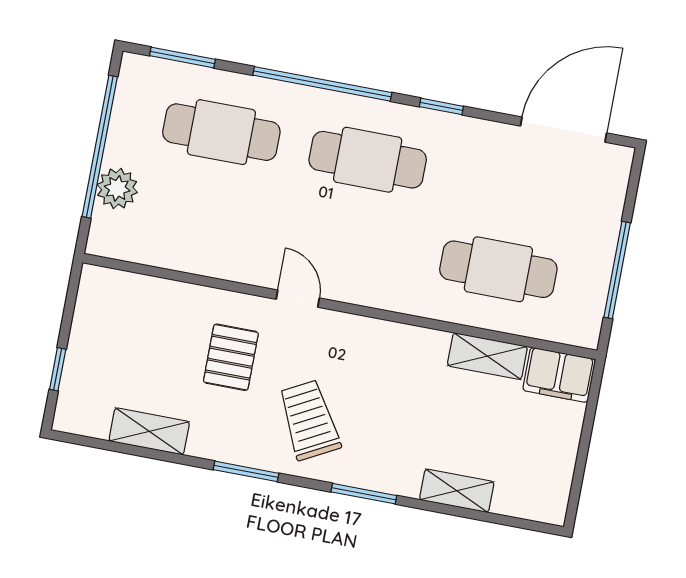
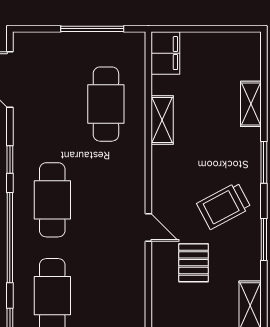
door: (298, 299) -> (148, 227), swing flipped
shelving: (487, 356) -> (162, 120), moved
pallet: (231, 357) -> (194, 263), turned 90

